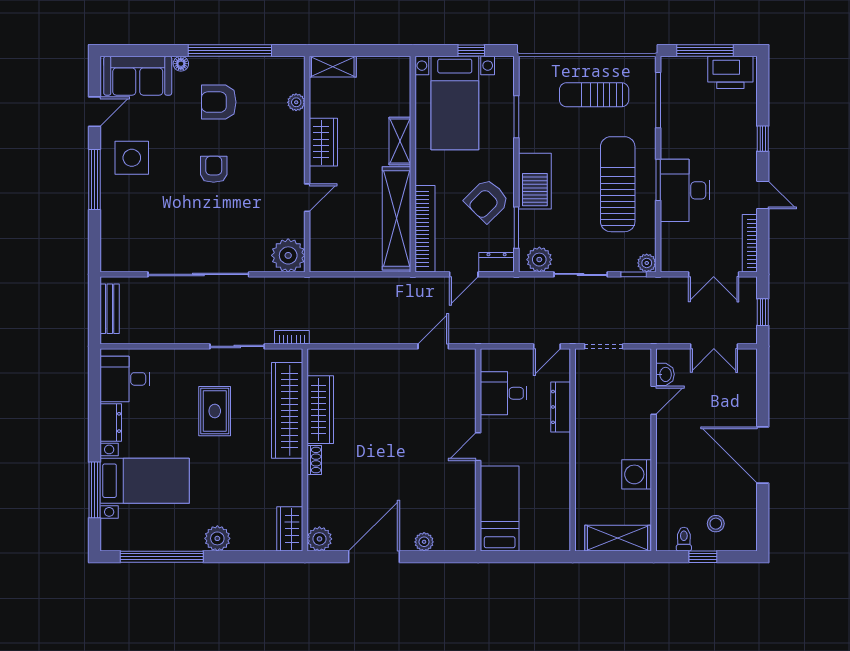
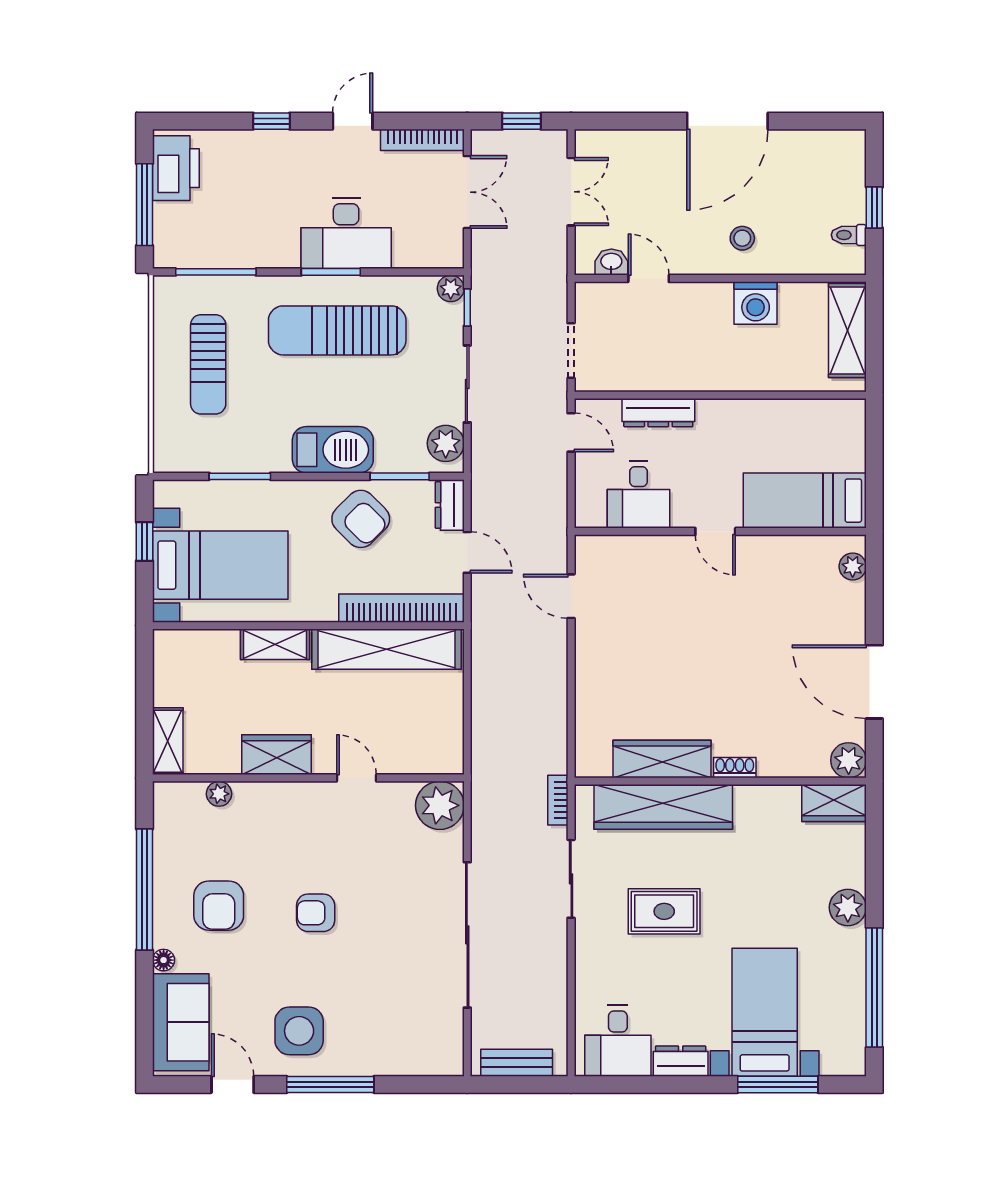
stool: (716, 524) -> (742, 238), moved
plant: (424, 542) -> (853, 566), moved

